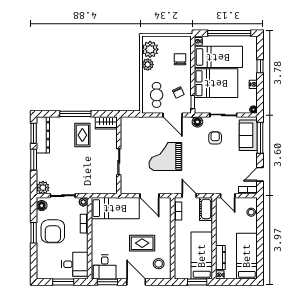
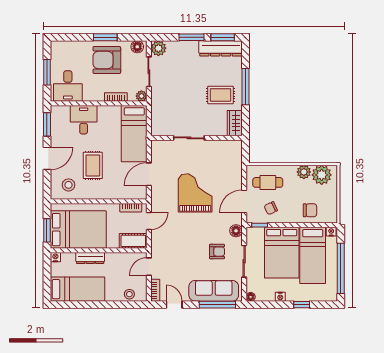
sofa: (248, 135) -> (214, 291), width x1.36
bed: (202, 256) -> (78, 230), width x1.50
dresser: (220, 258) -> (90, 258), moved
desk: (105, 267) -> (84, 120), moved, turned 90

